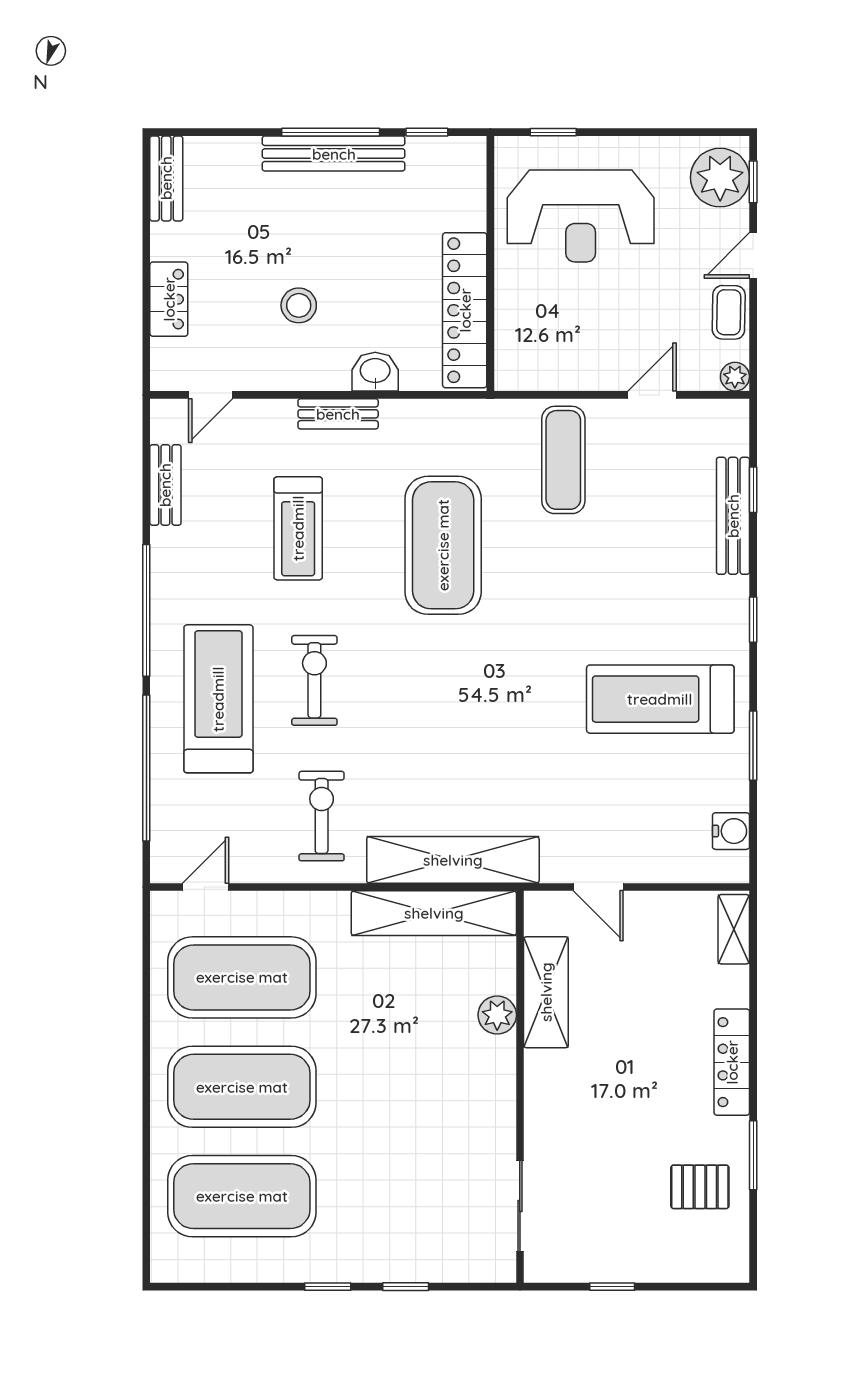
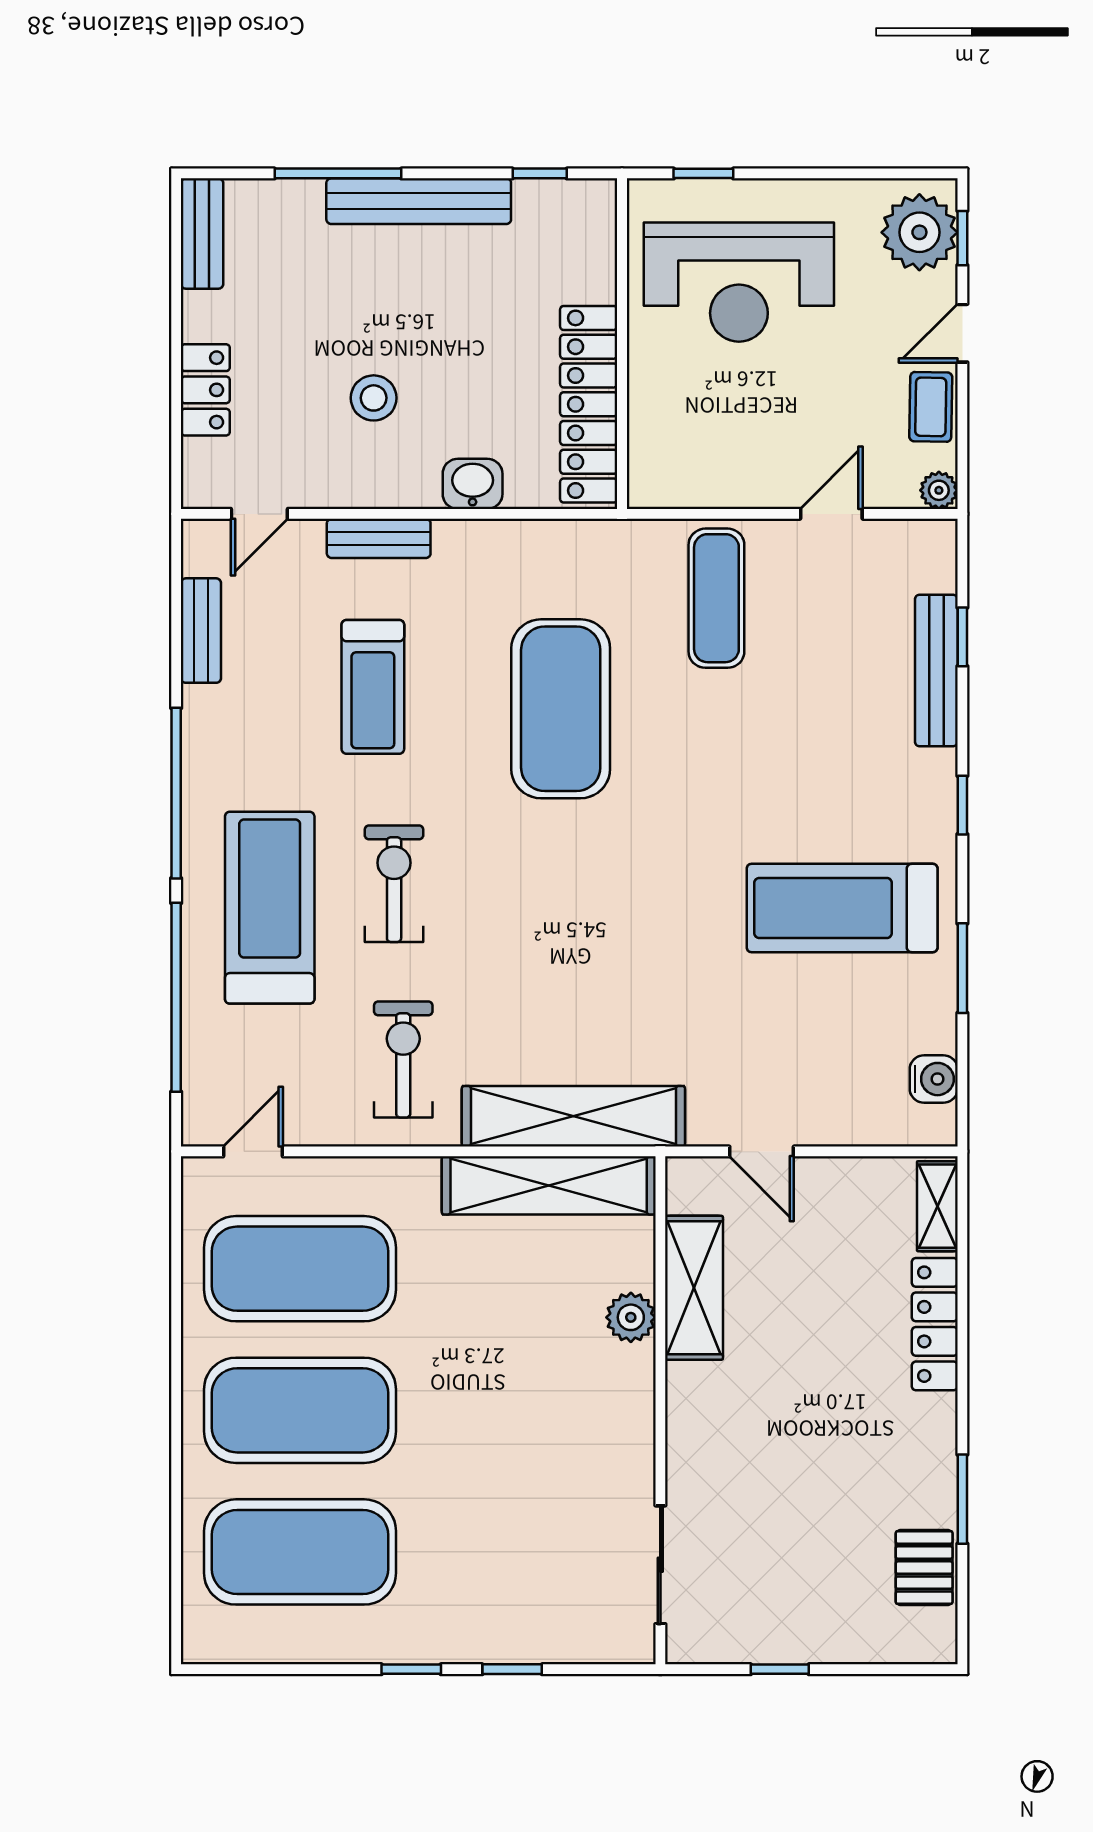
window: (331, 132) -> (338, 173), moved
bench: (338, 414) -> (379, 538), moved
locker: (732, 1062) -> (935, 1324), moved
pallet: (700, 1187) -> (924, 1568), moved, turned 90

